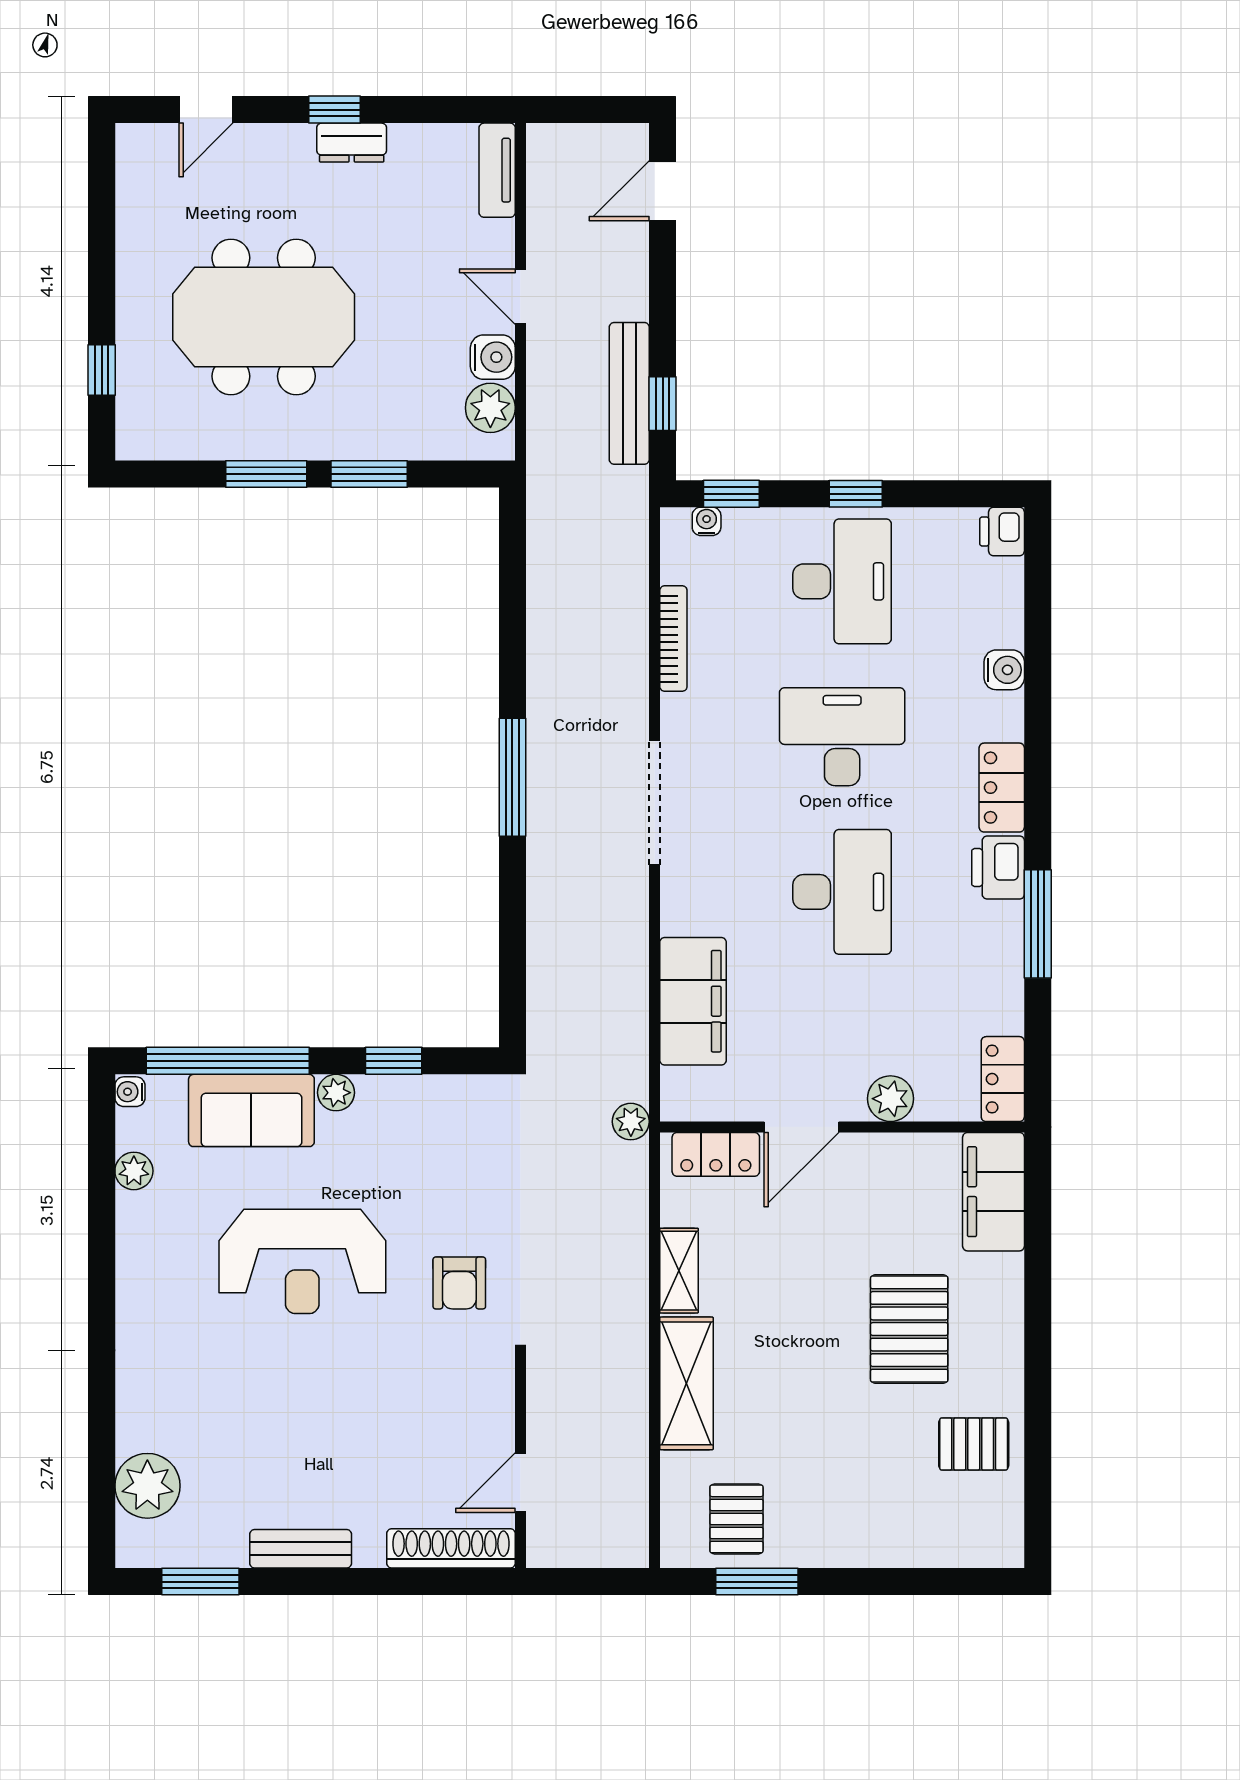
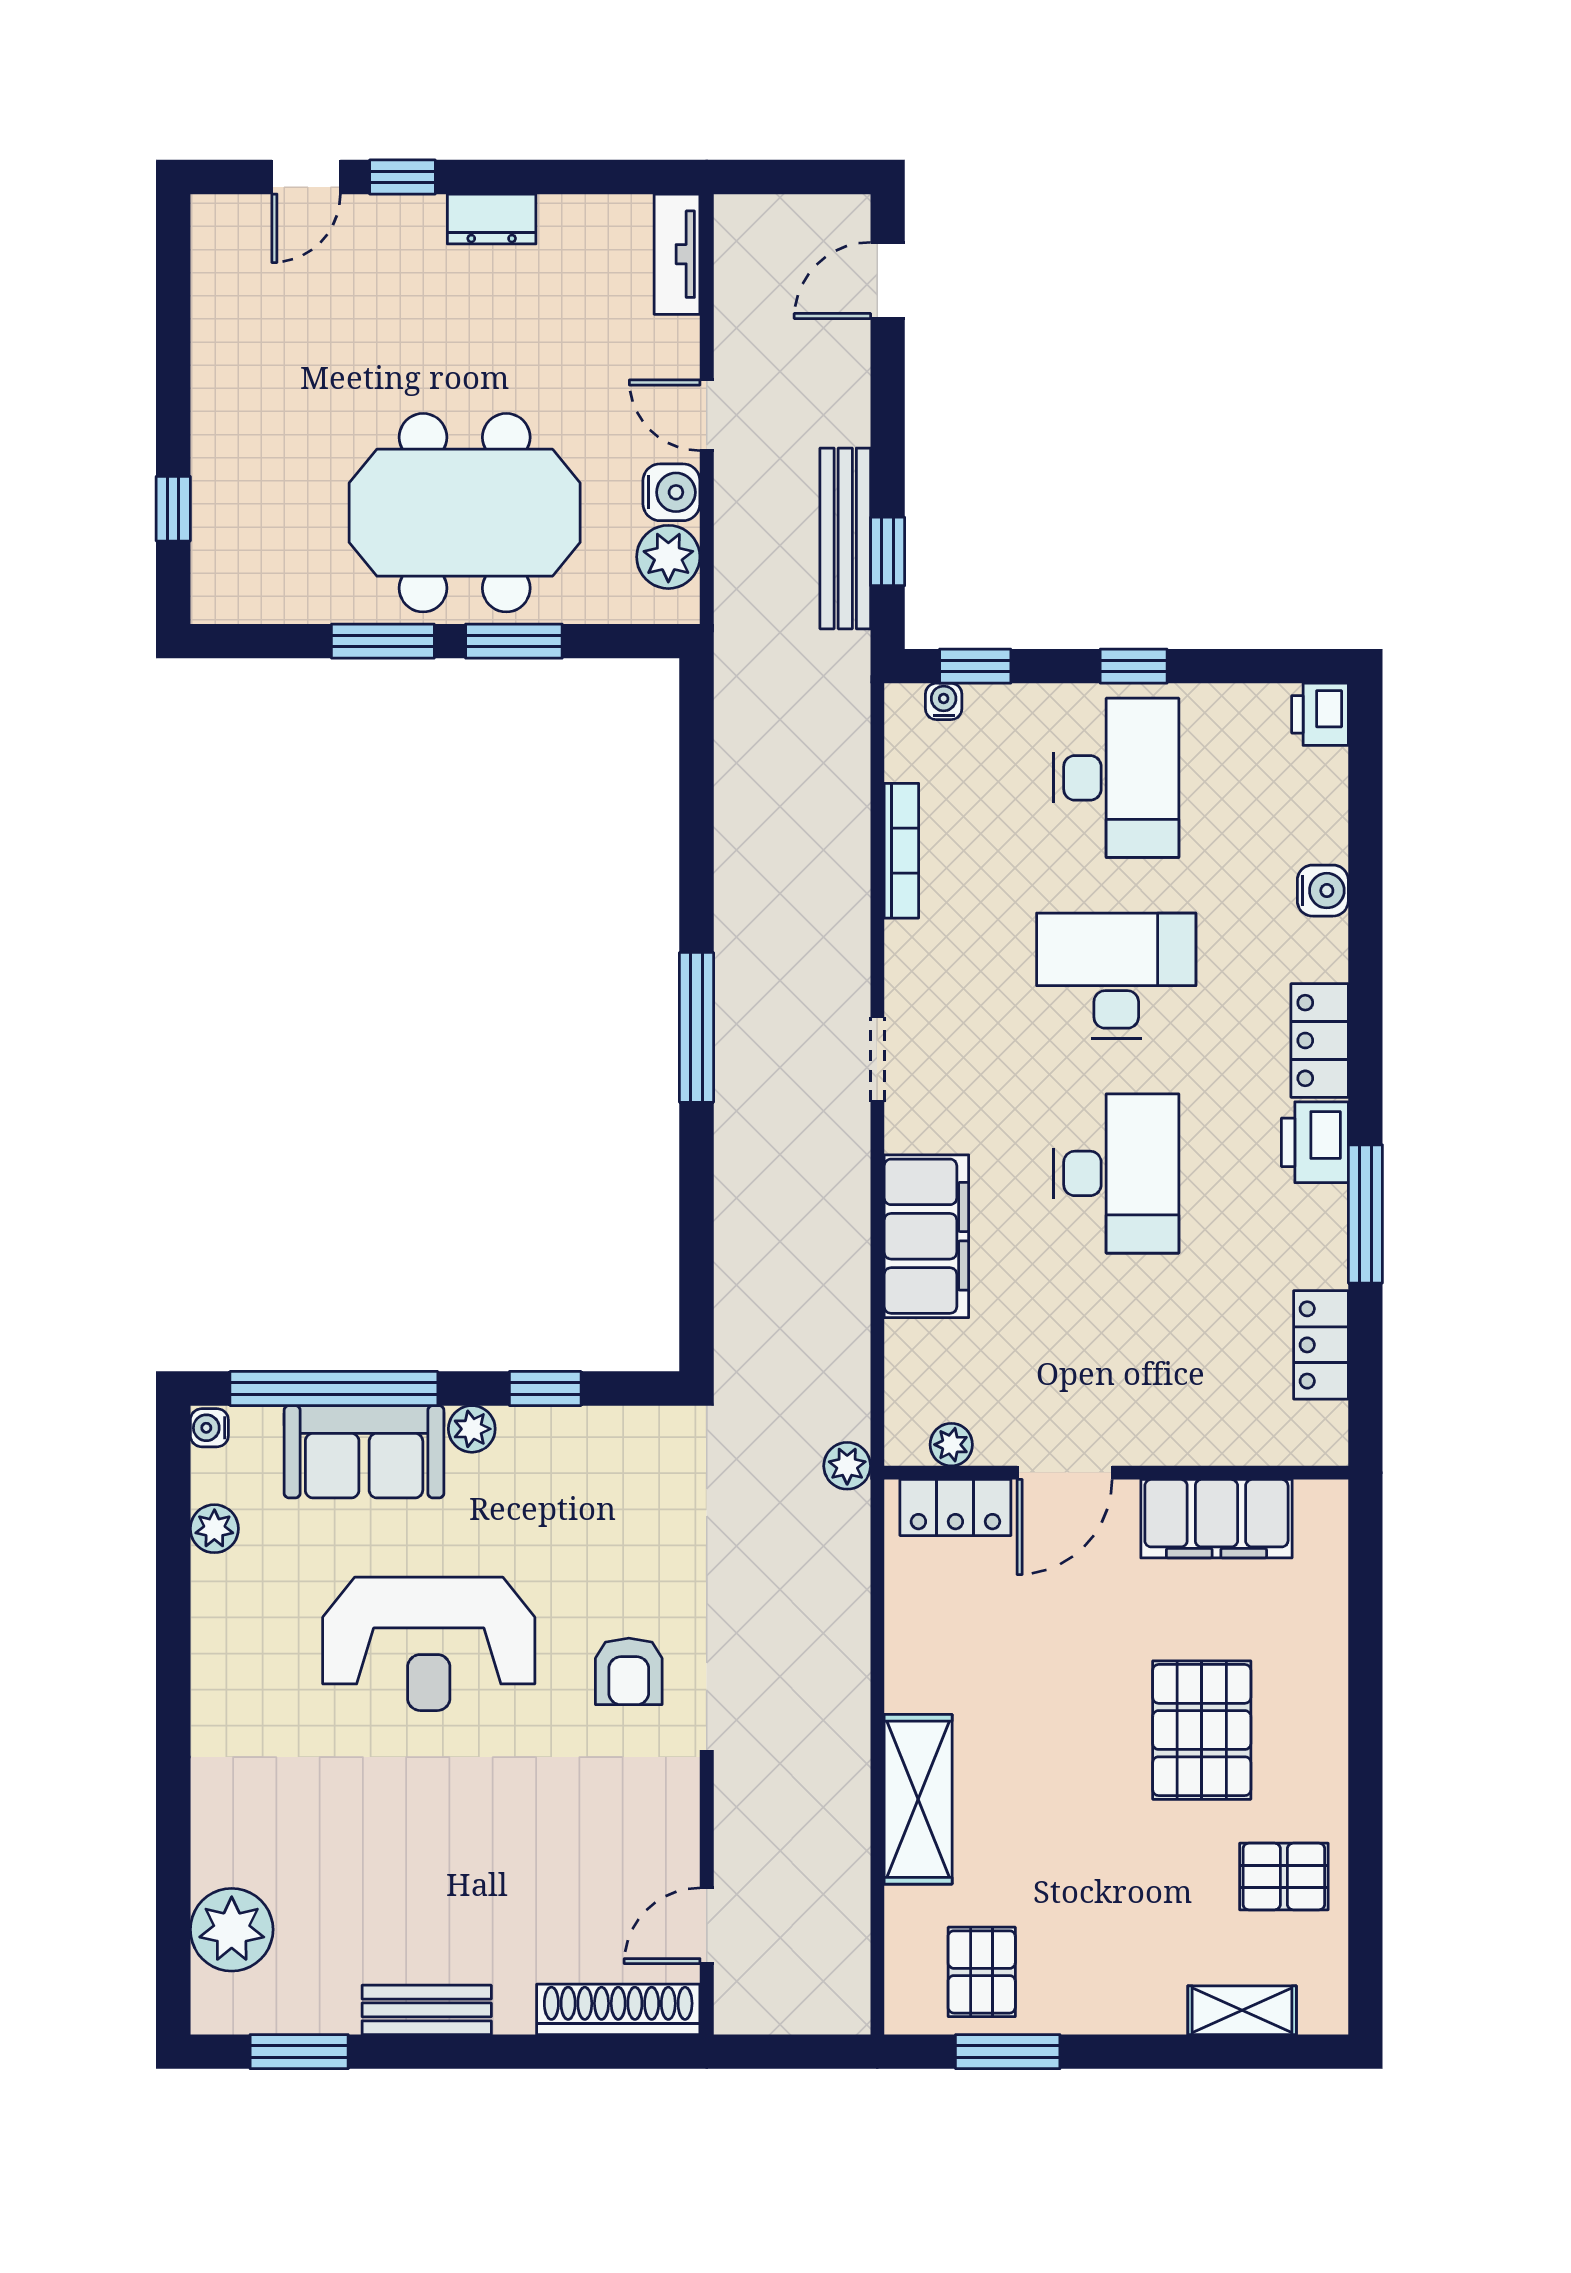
window: (335, 110) -> (402, 177), moved
meeting table: (264, 317) -> (465, 513), moved
doorway: (655, 802) -> (877, 1059), width x0.53
filing cabinet: (693, 1001) -> (926, 1236), moved
locker: (1003, 1079) -> (1321, 1345), moved
plant: (890, 1099) -> (951, 1445), moved, width x0.73, depth x0.73
filing cabinet: (994, 1192) -> (1216, 1519), moved, turned -90
shelving: (679, 1271) -> (1242, 2010), moved, turned 90

